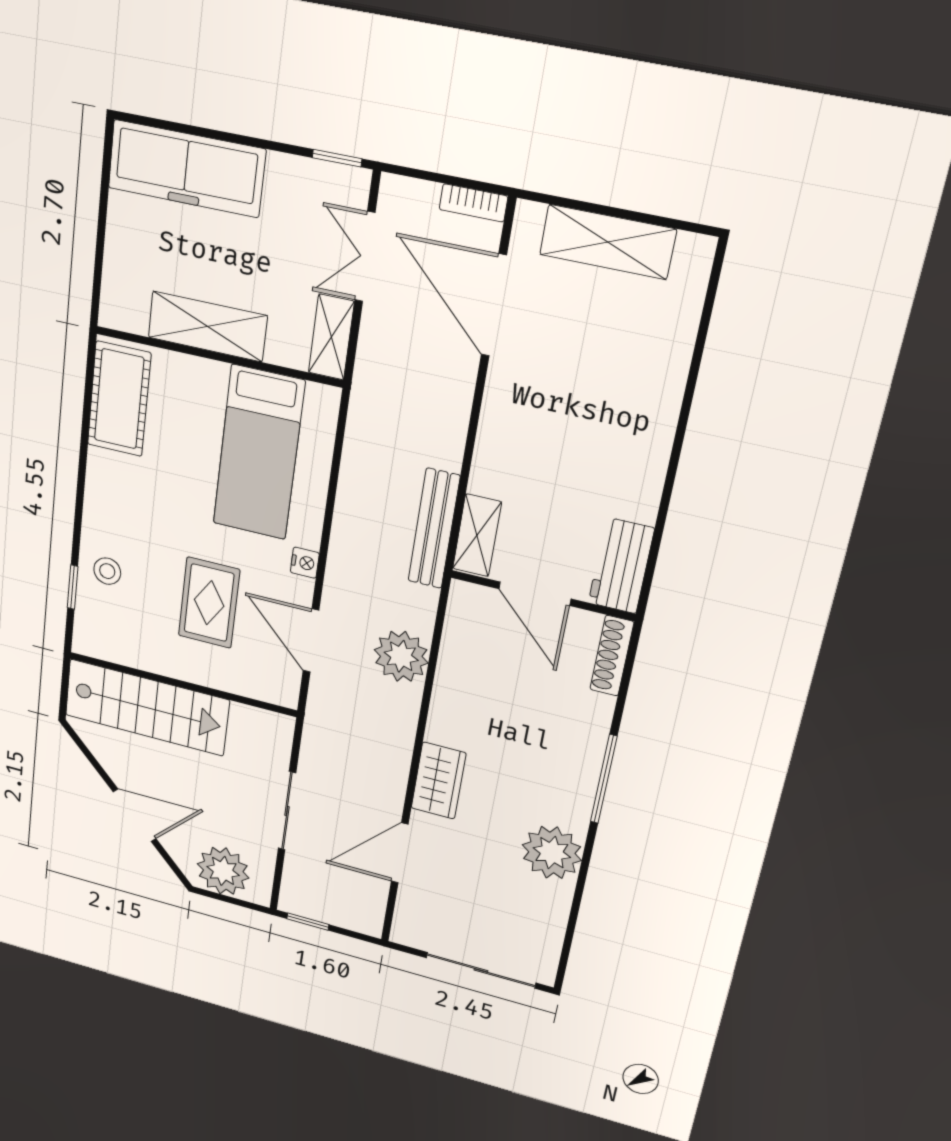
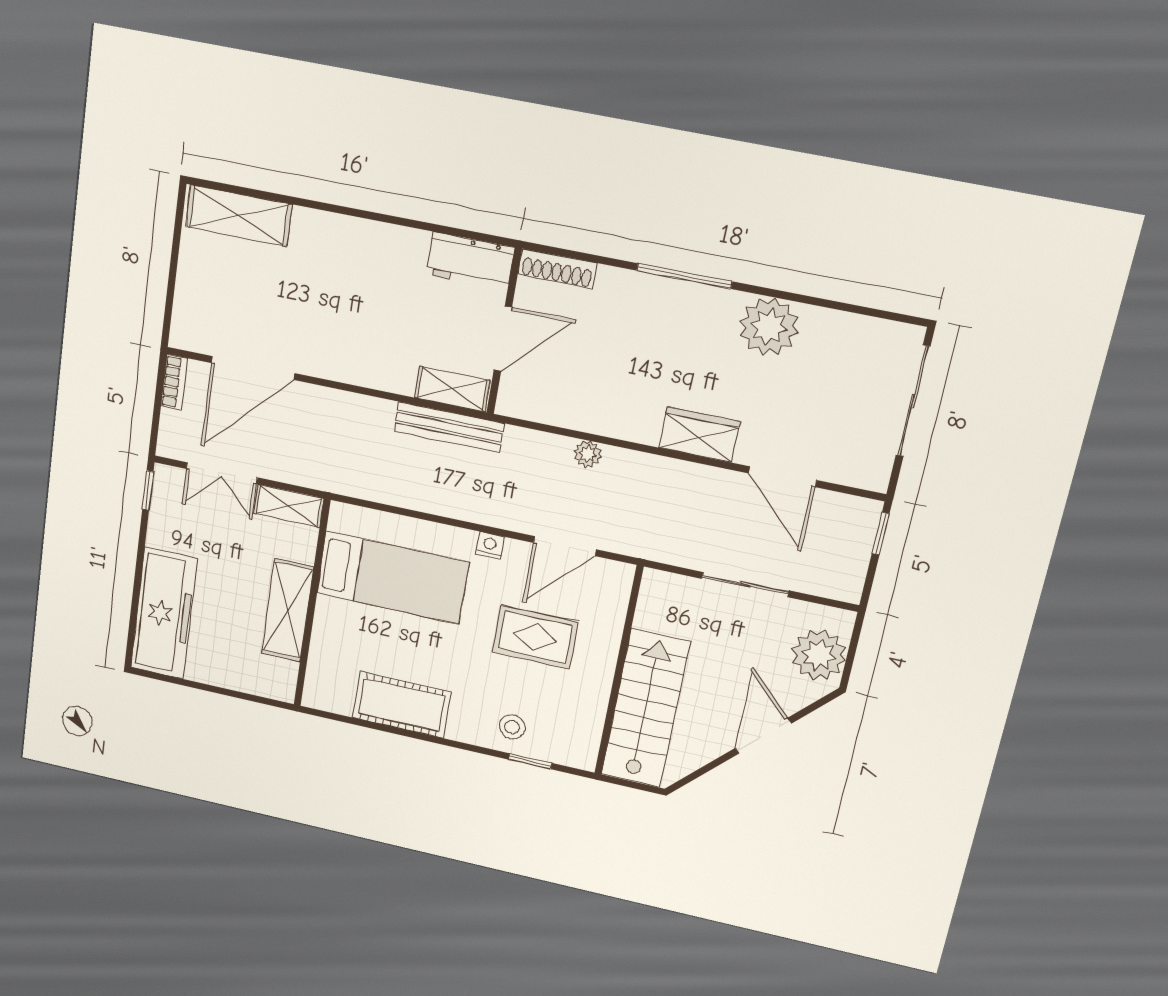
shelving: (608, 242) -> (239, 216), moved, turned 90
cot: (119, 399) -> (402, 705), moved
plant: (401, 656) -> (588, 454), width x0.53, depth x0.53
window: (308, 922) -> (881, 534), moved

